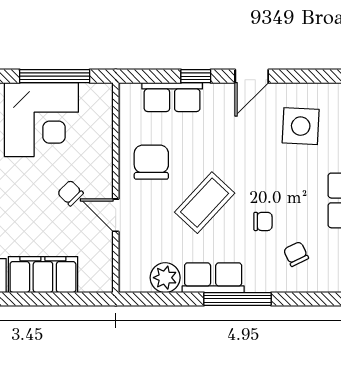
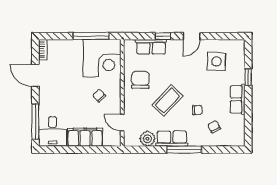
corner desk: (41, 120) -> (102, 58), moved
door: (116, 215) -> (122, 122), moved

